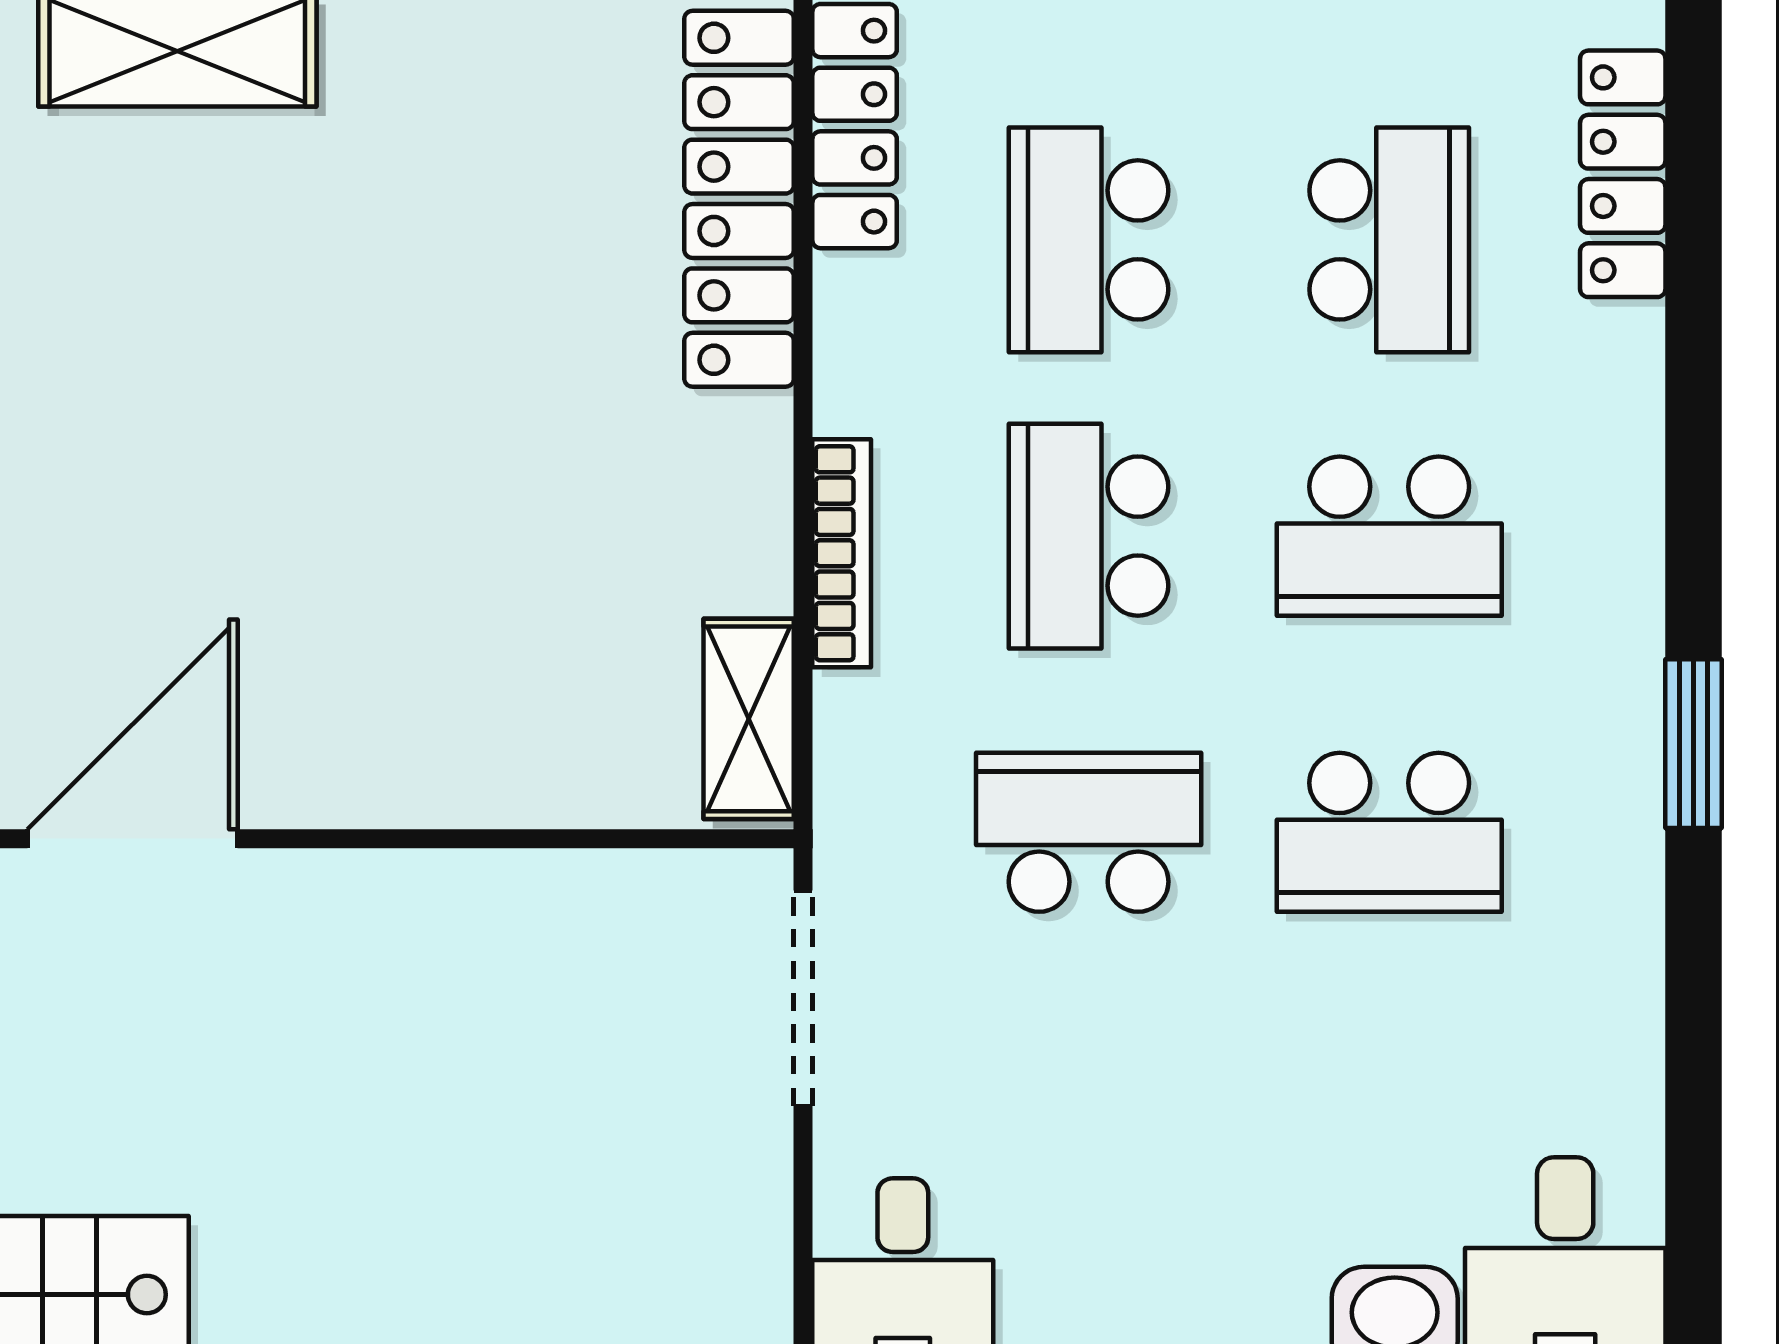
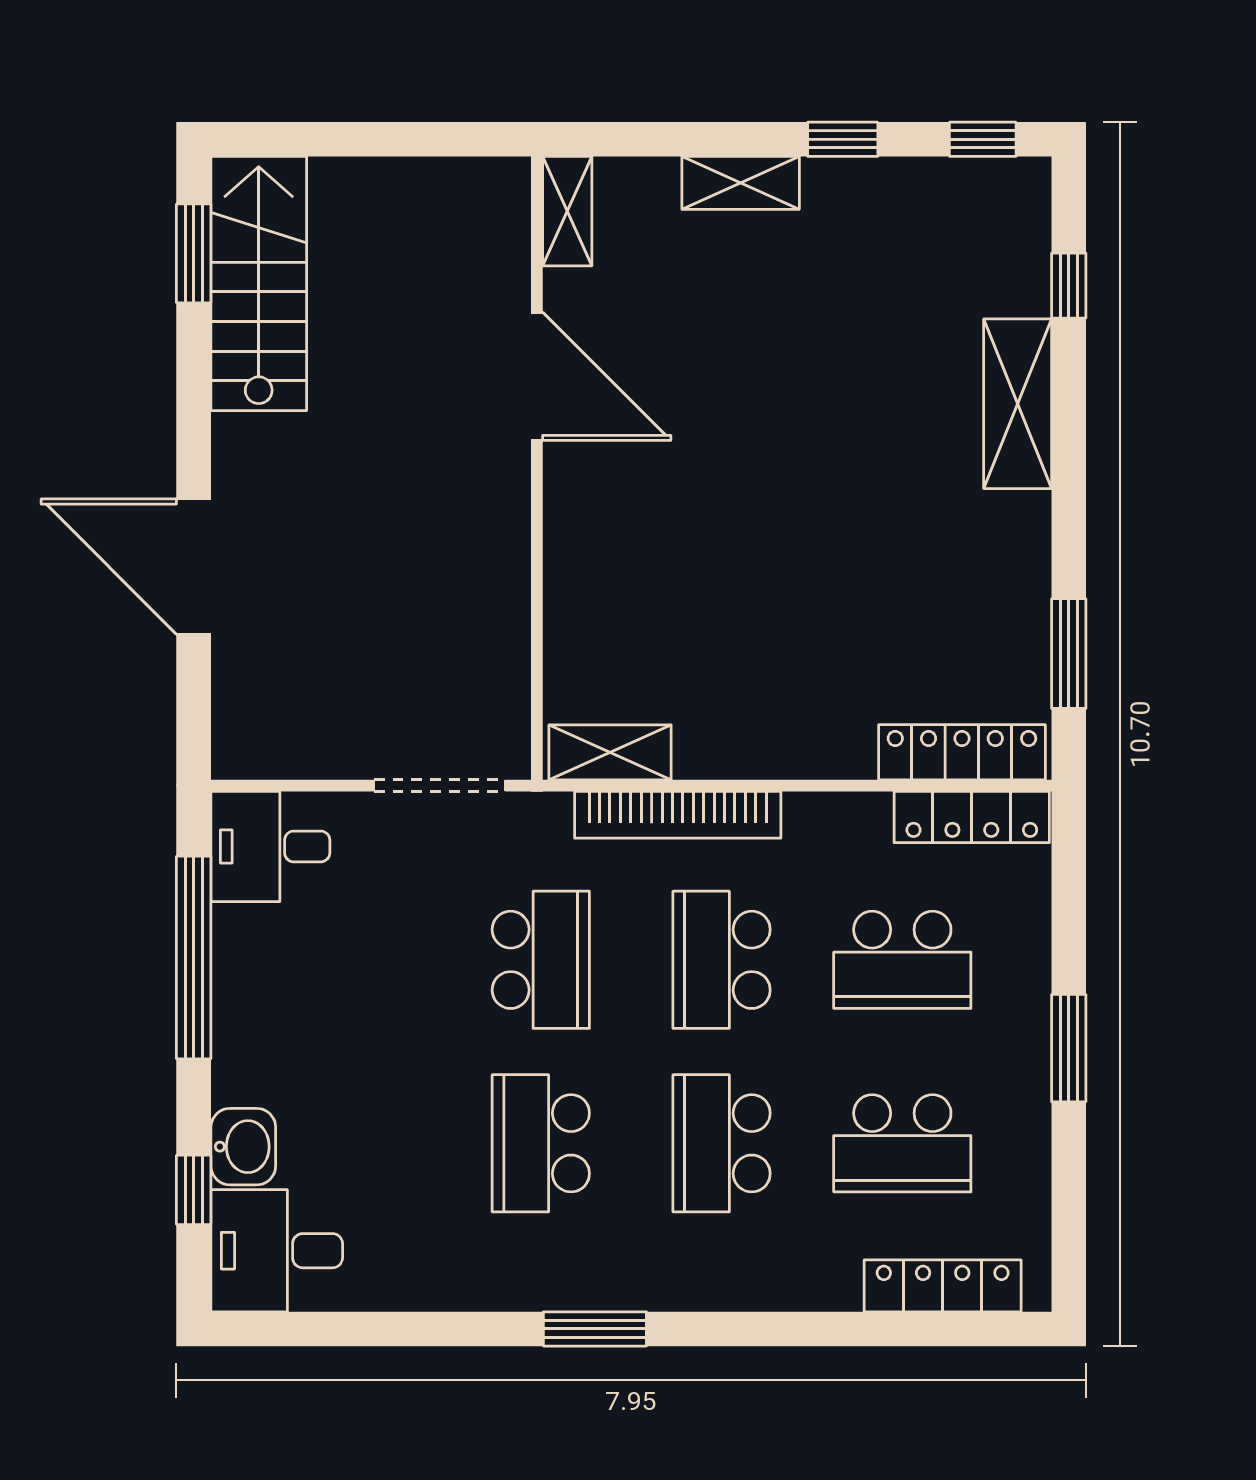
locker: (739, 199) -> (962, 752), width x0.71, depth x0.83
school desk: (1089, 240) -> (902, 960), turned 180
school desk: (1089, 536) -> (722, 960), turned -90
bookcase: (842, 553) -> (678, 815), width x1.48, depth x1.31

